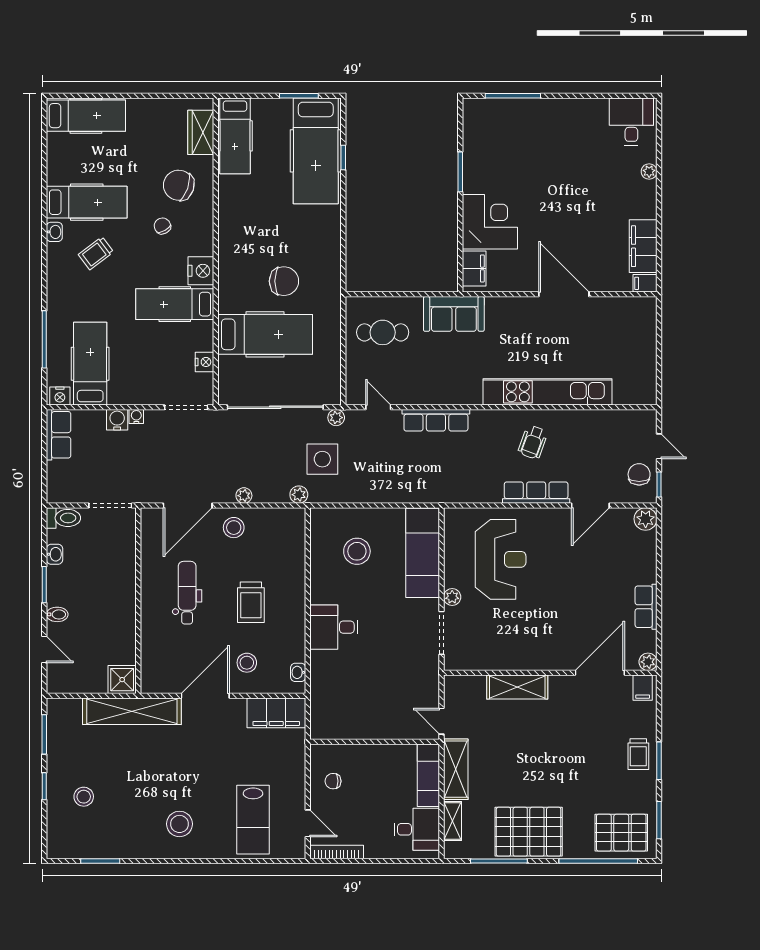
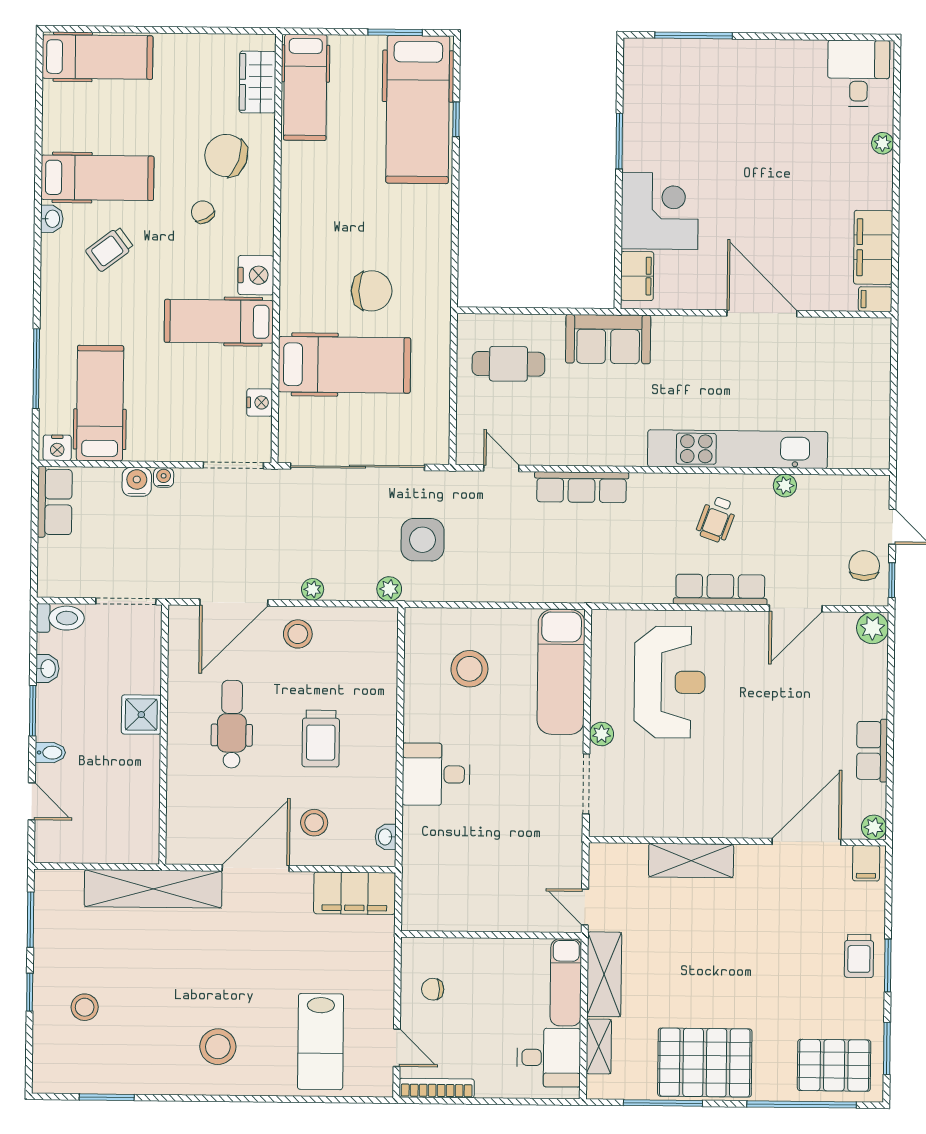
plant: (336, 418) -> (785, 486), moved
shower: (122, 680) -> (141, 715), moved

